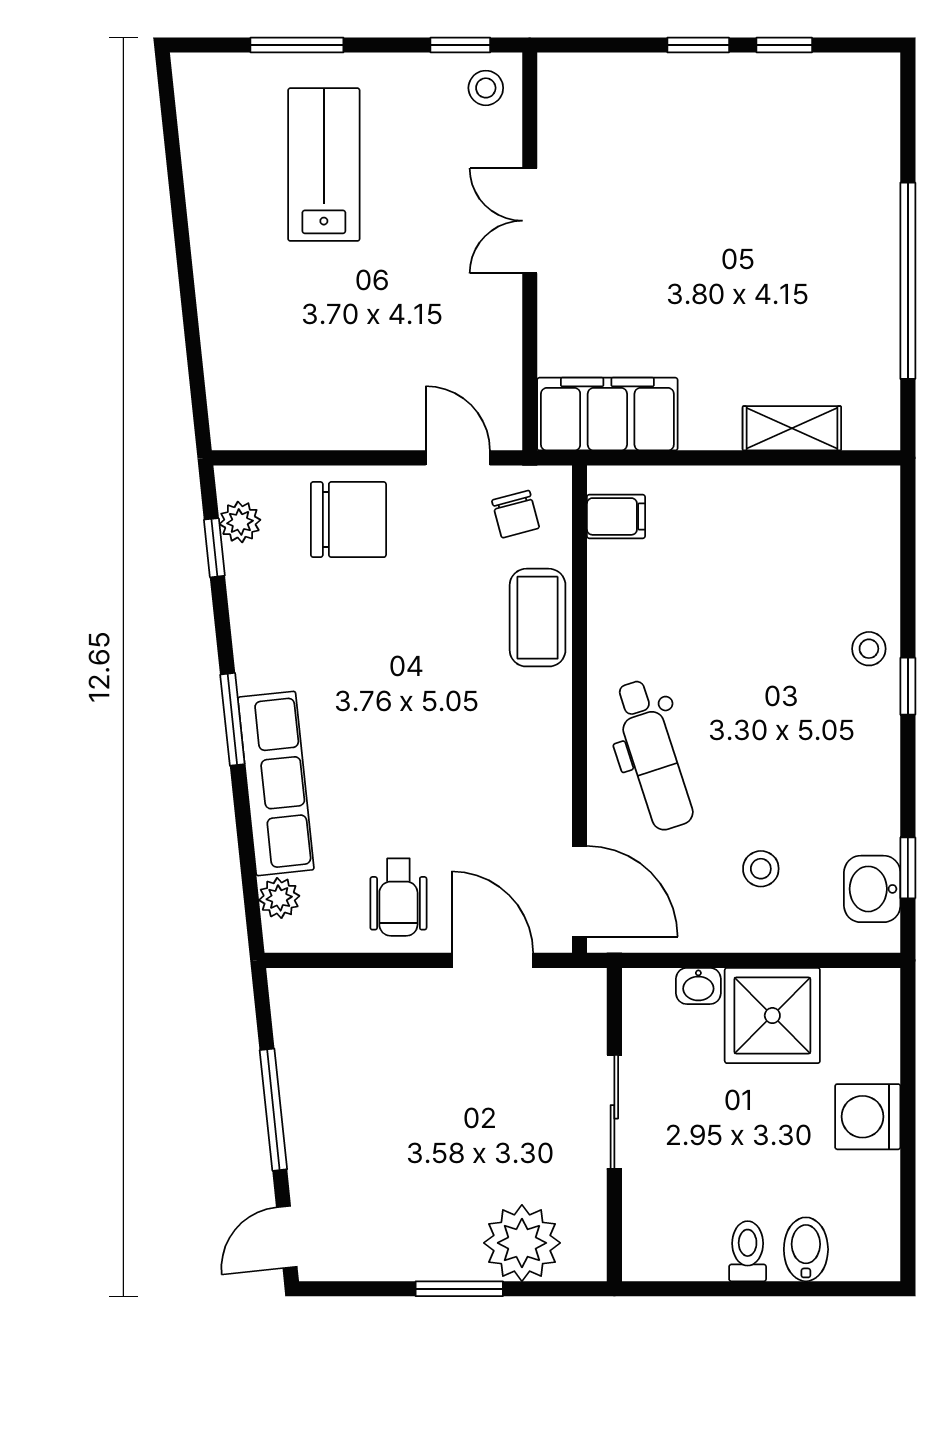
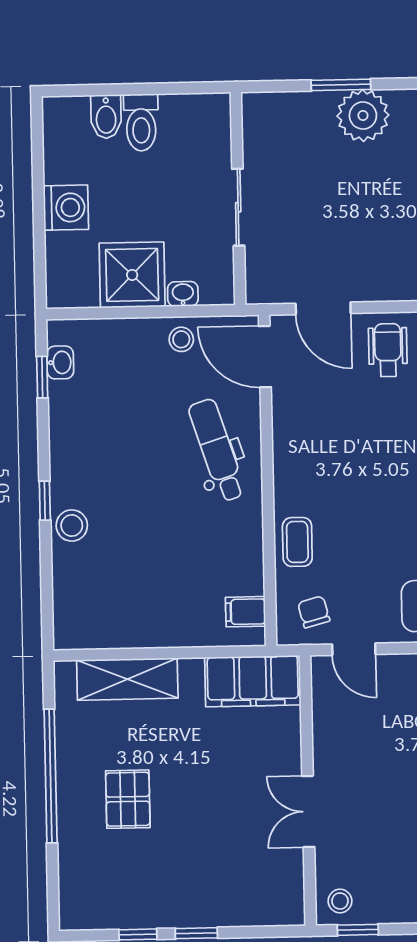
double door: (530, 221) -> (308, 811), swing flipped
pallet: (795, 244) -> (128, 799), added
shelving: (792, 428) -> (127, 679), width x1.50, depth x1.33
coffee table: (538, 618) -> (297, 542), width x0.73, depth x0.77
stool: (869, 649) -> (72, 525), width x1.37, depth x1.37
stool: (761, 869) -> (181, 339), moved
washbasin: (872, 889) -> (60, 362), width x0.72, depth x0.69
plant: (522, 1243) -> (363, 115), moved
toilet: (748, 1251) -> (141, 122), width x1.37, depth x1.39

